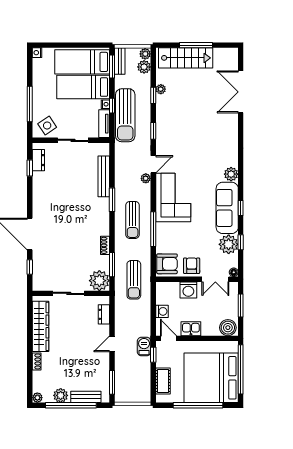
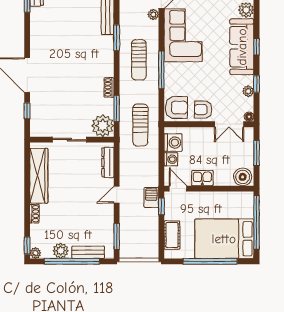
plant: (229, 244) -> (248, 91), width x0.53, depth x0.53
armchair: (192, 266) -> (203, 110), turned -90
washing machine: (188, 290) -> (173, 143), moved, turned -90
dresser: (104, 314) -> (108, 162), width x1.44
bed: (211, 378) -> (224, 239), width x0.73
window: (30, 391) -> (27, 245), added

